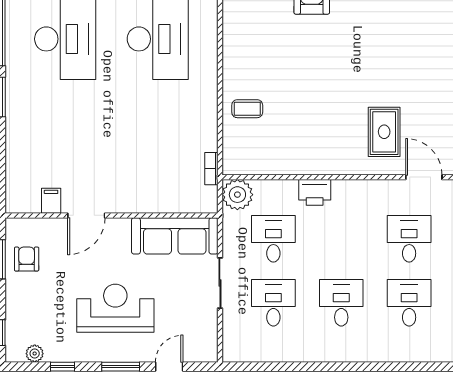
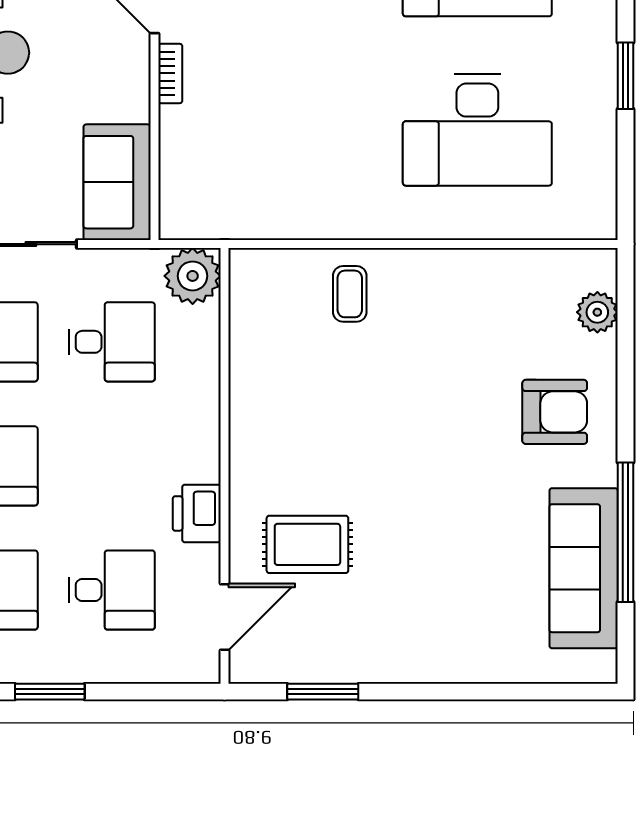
bookcase: (211, 169) -> (170, 73), moved, turned 90
printer: (315, 192) -> (197, 513), moved
sofa: (175, 236) -> (117, 182), width x0.73

